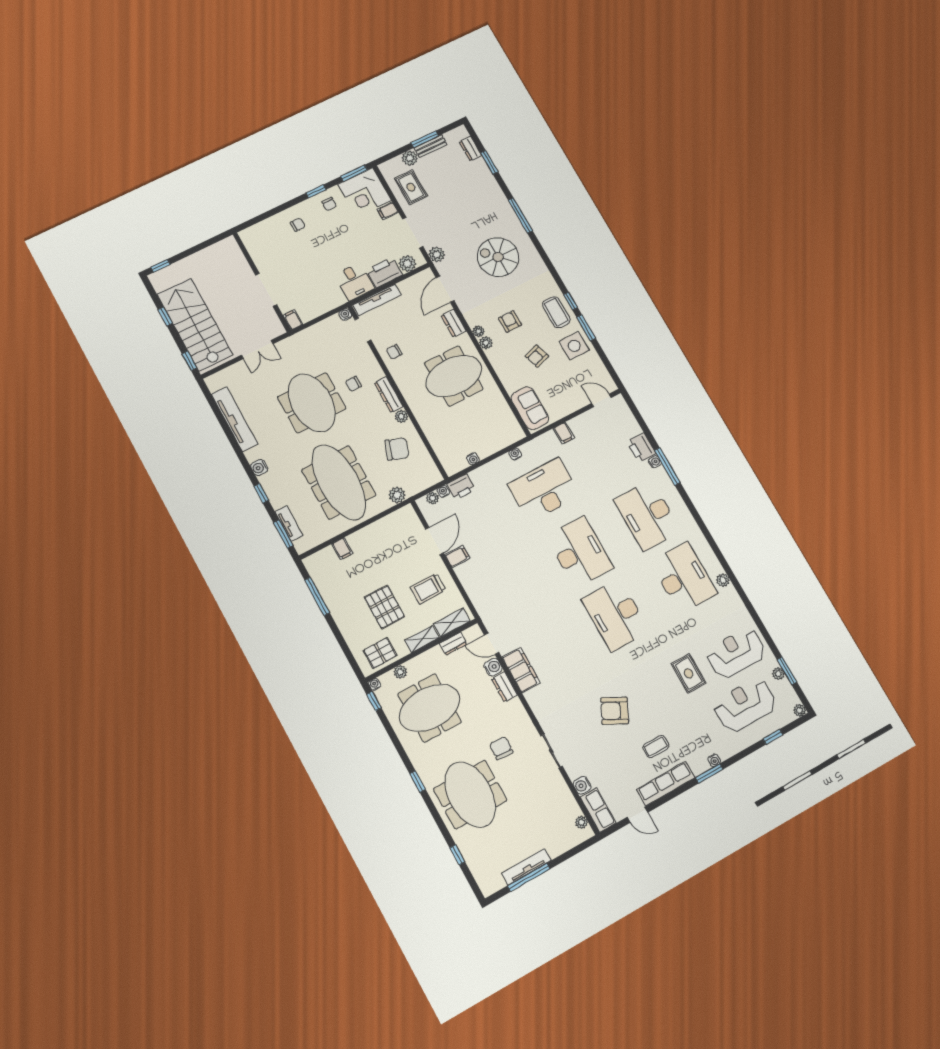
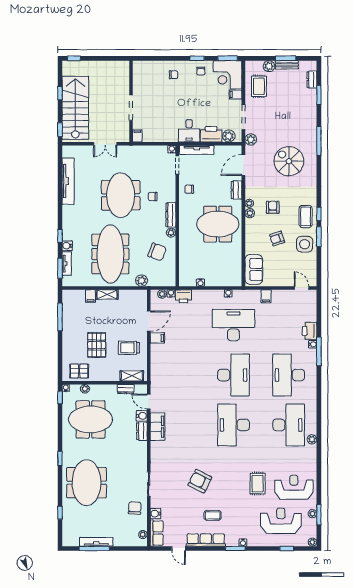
water cooler: (259, 468) -> (67, 246), moved
shelving: (422, 639) -> (107, 295), moved
chair: (501, 748) -> (135, 508), moved

